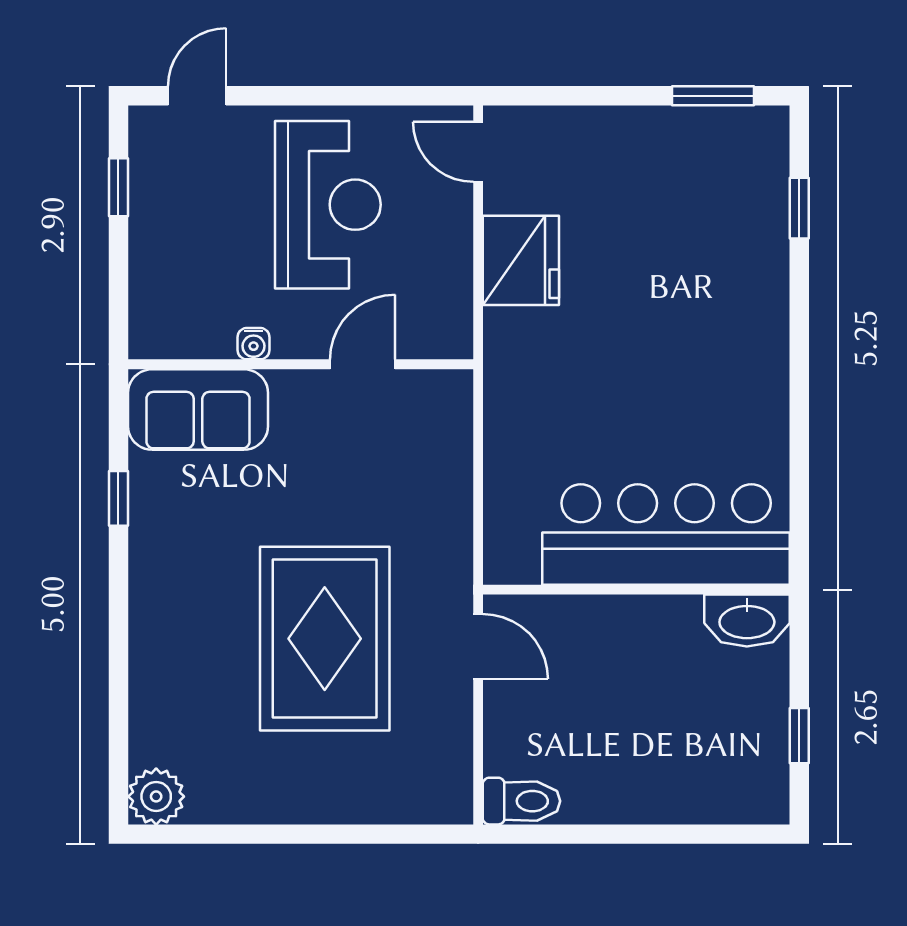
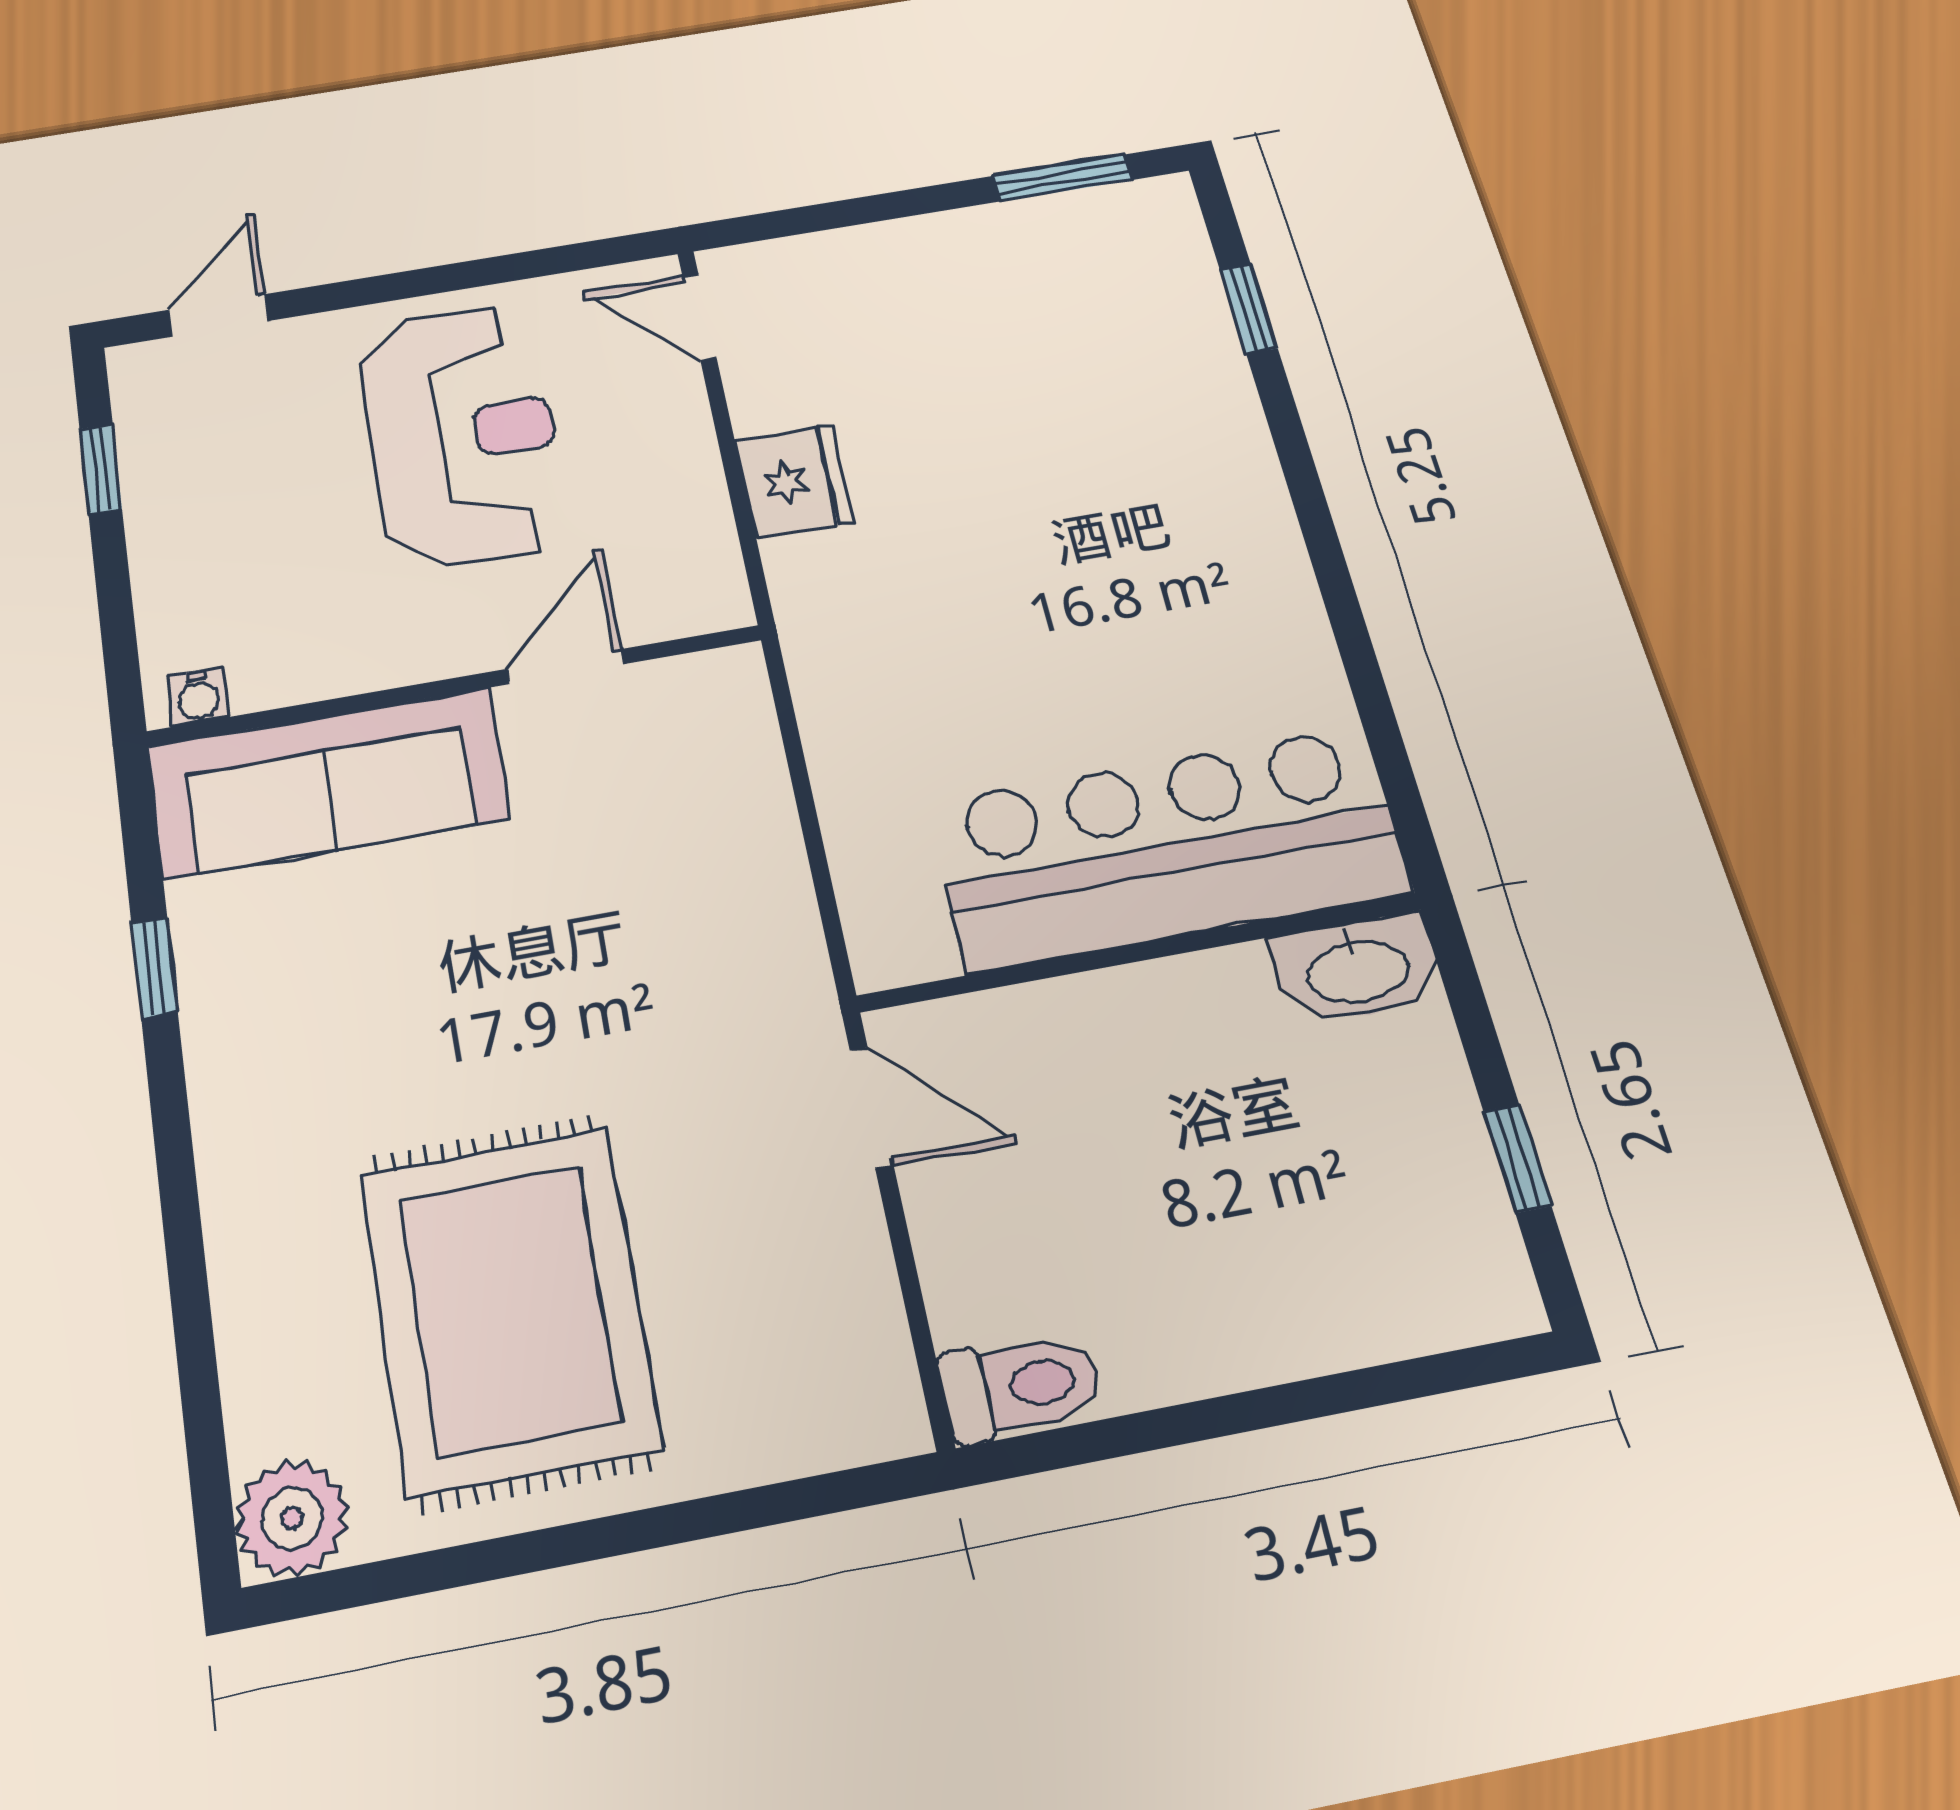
fridge: (521, 260) -> (794, 481), width x0.73, depth x0.75
water cooler: (254, 344) -> (198, 696), moved
sofa: (198, 410) -> (328, 783), width x1.36
rug: (325, 639) -> (509, 1309), moved

